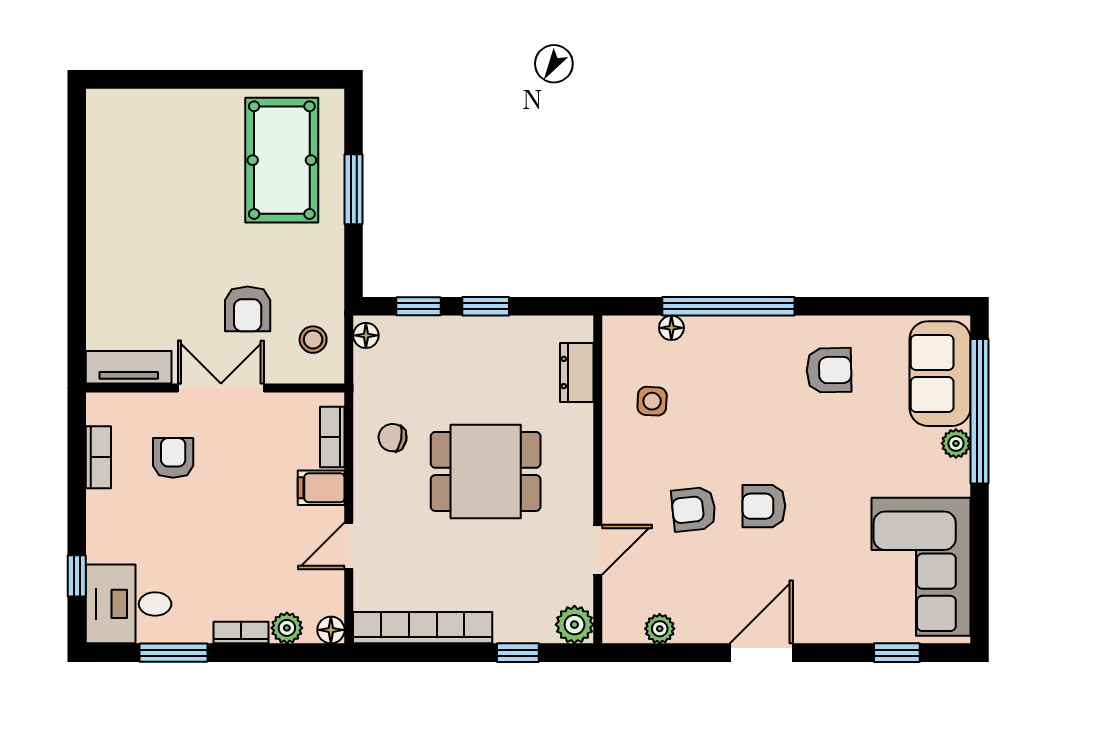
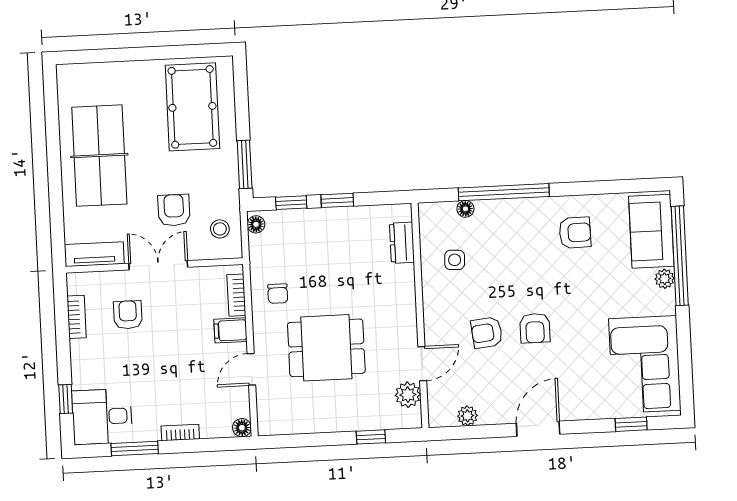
window: (354, 189) -> (245, 164), moved
table tennis table: (143, 224) -> (99, 156), added
armchair: (248, 309) -> (174, 210), turned 180
chair: (393, 438) -> (278, 294), turned -101
dining table: (486, 471) -> (326, 348), moved
armchair: (764, 506) -> (535, 328), turned -90
plant: (574, 625) -> (408, 395), moved
plant: (287, 628) -> (212, 428), removed
bookcase: (423, 628) -> (305, 423), removed

